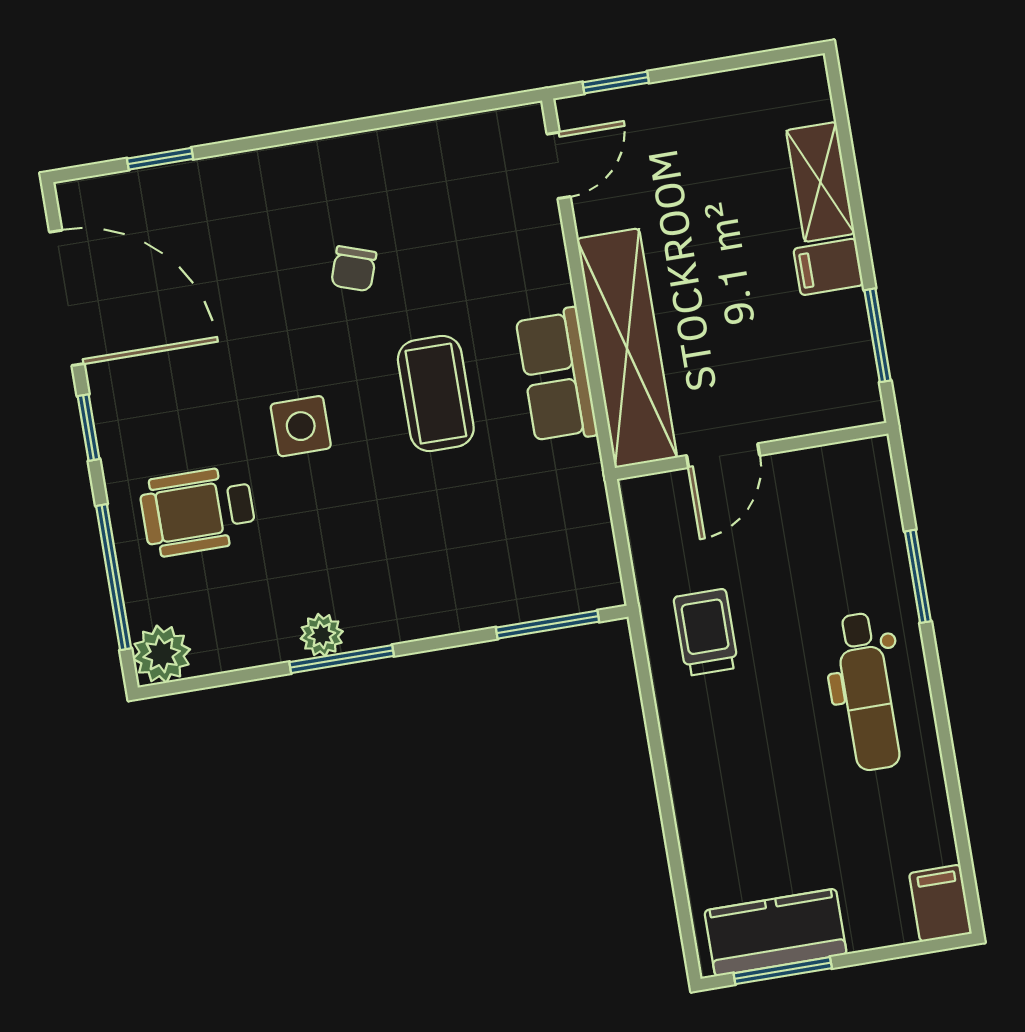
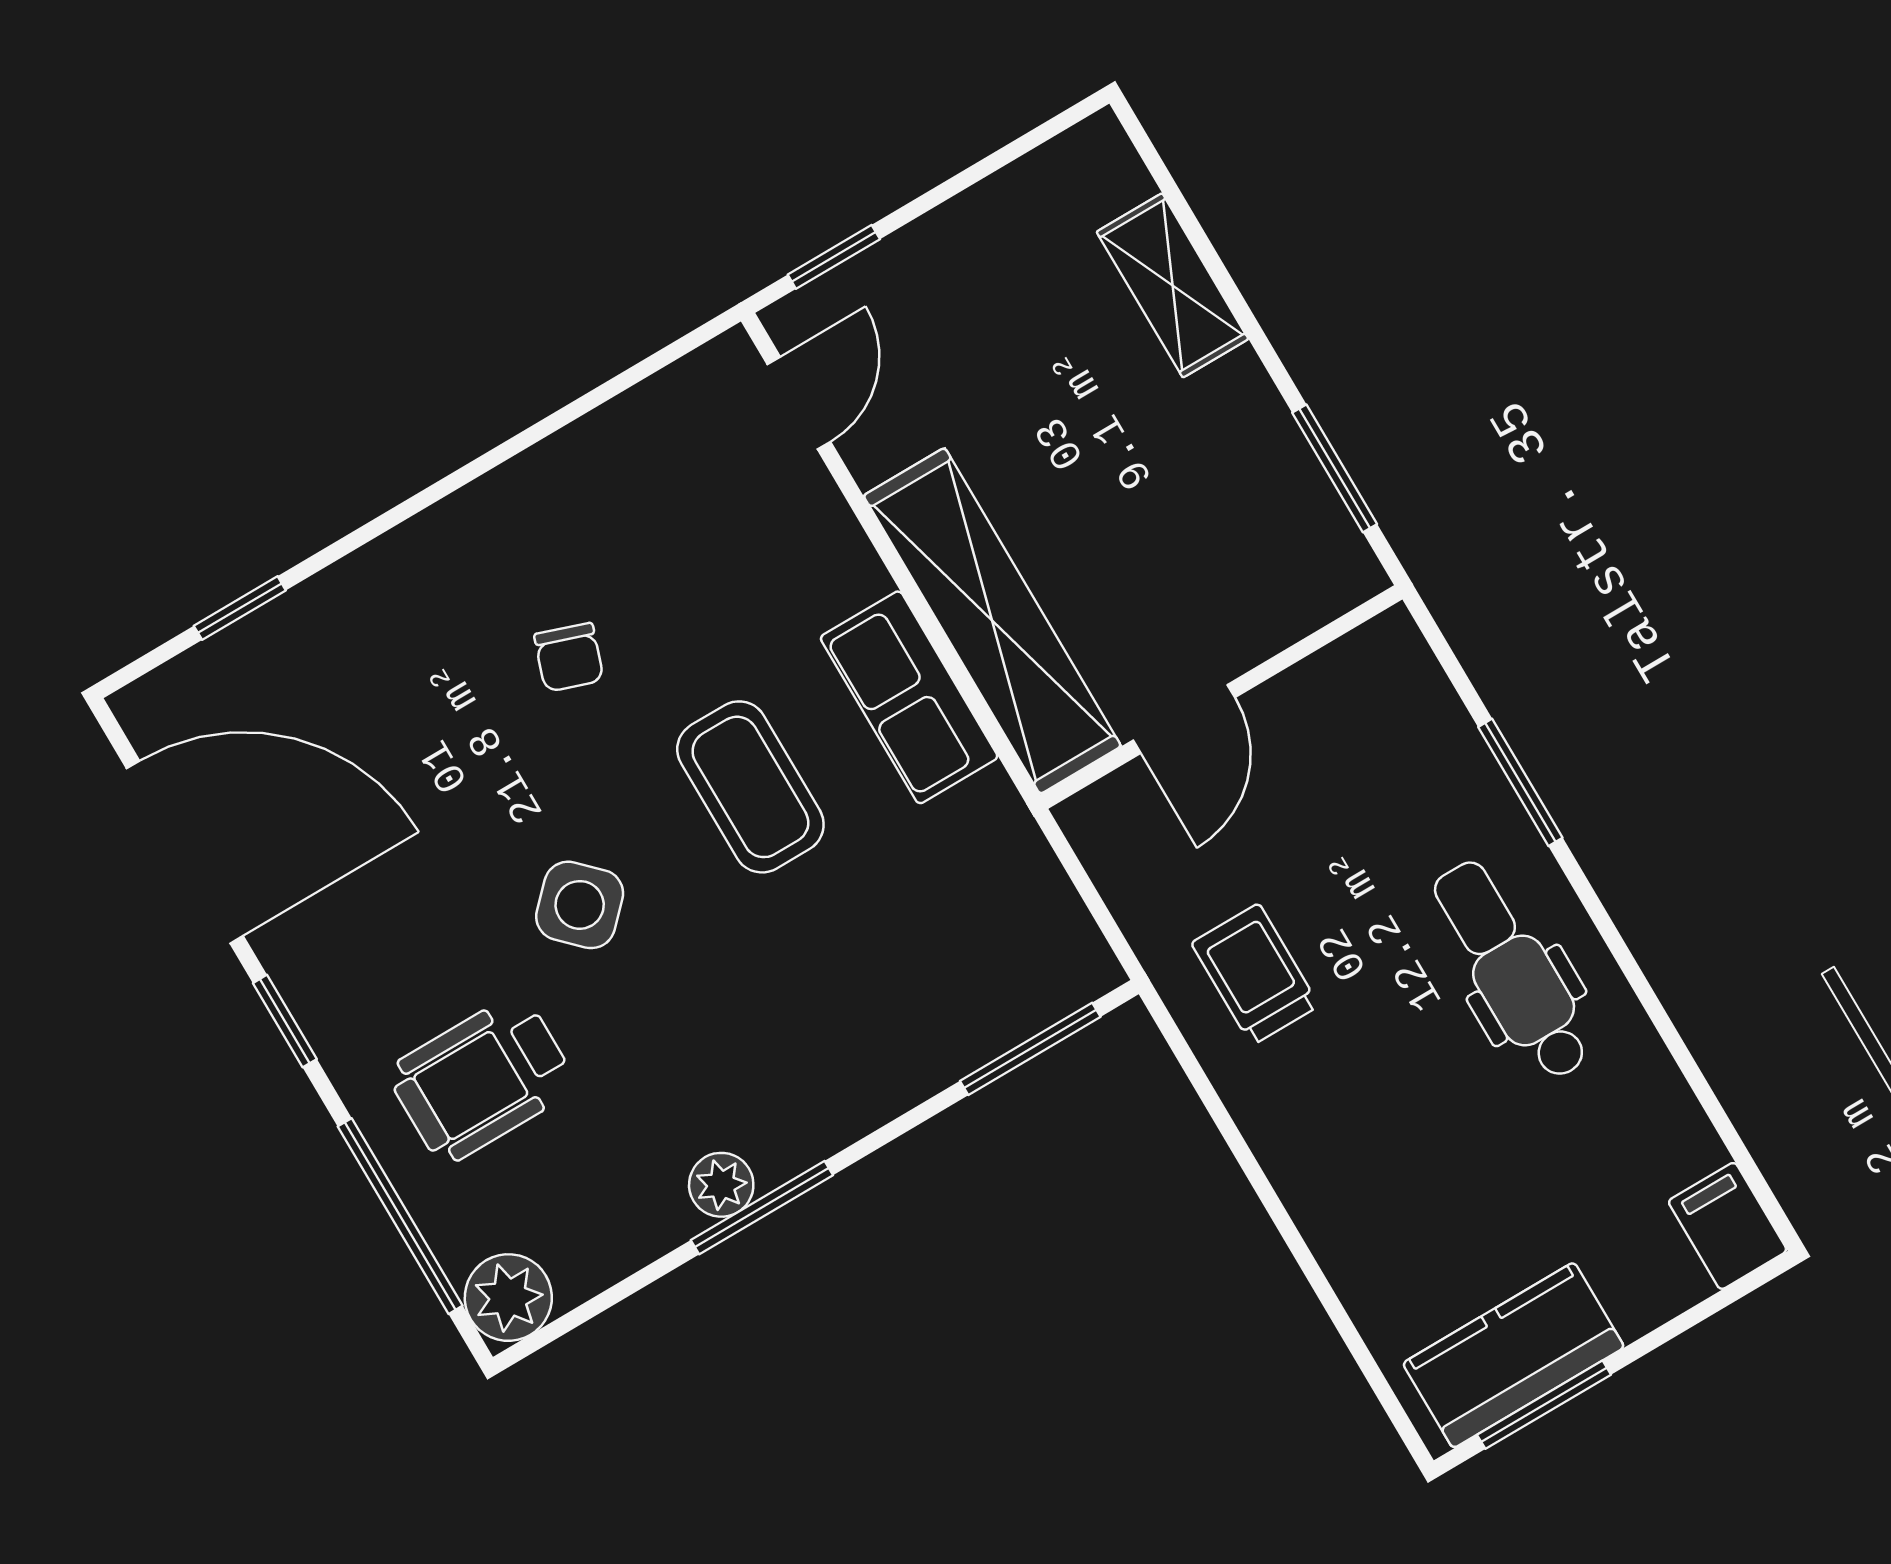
filing cabinet: (828, 267) -> (1229, 399), removed
side table: (301, 426) -> (580, 905), turned 45
dental chair: (867, 692) -> (1512, 970), turned 180

